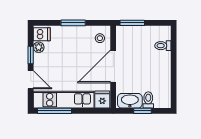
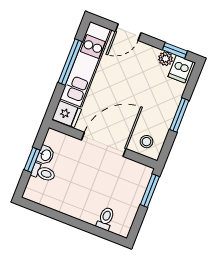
window: (31, 55) -> (175, 50), moved
door: (113, 66) -> (104, 144), hinge flipped
washbasin: (130, 101) -> (46, 155), width x0.52, depth x0.69
window: (54, 111) -> (70, 62), moved

